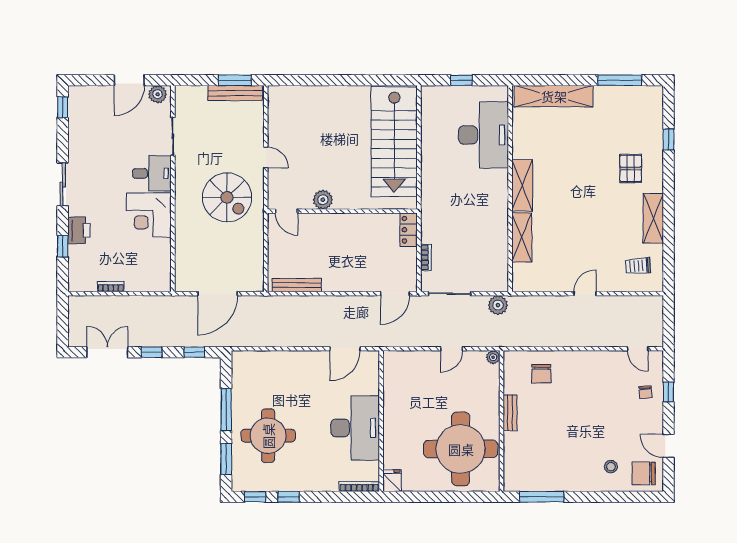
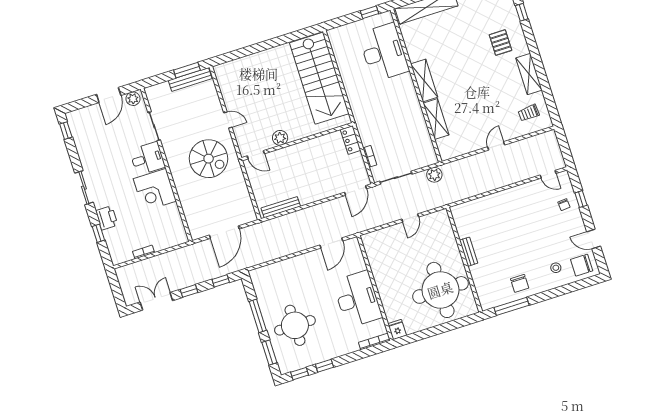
window: (461, 80) -> (369, 12), moved
plant: (493, 357) -> (443, 214), removed
chair: (541, 374) -> (520, 283), moved

